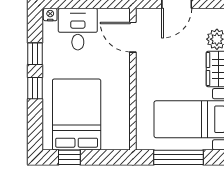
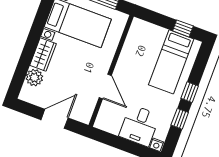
door: (133, 37) -> (105, 87), moved
bed: (77, 114) -> (171, 62), width x0.67

